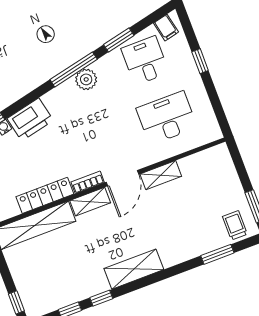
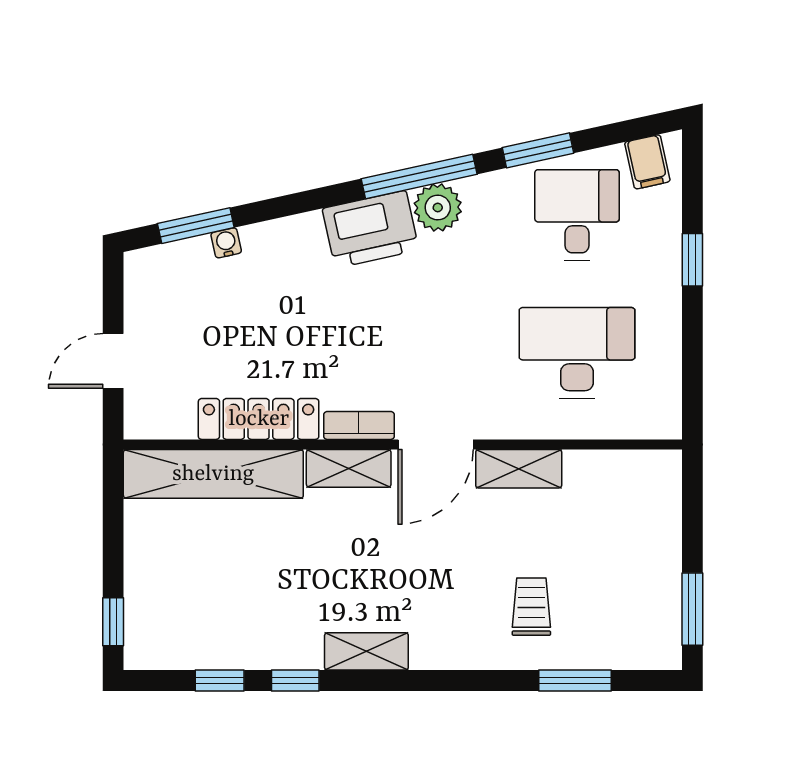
printer: (30, 120) -> (371, 229), moved
trolley: (235, 225) -> (531, 607), moved
shelving: (134, 269) -> (366, 651), width x0.67, depth x0.75

